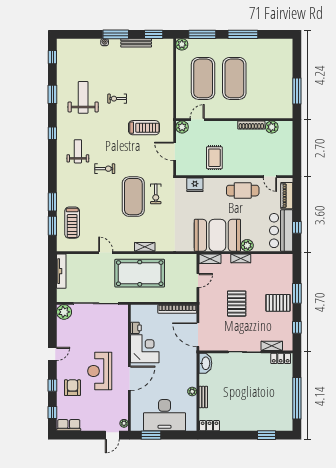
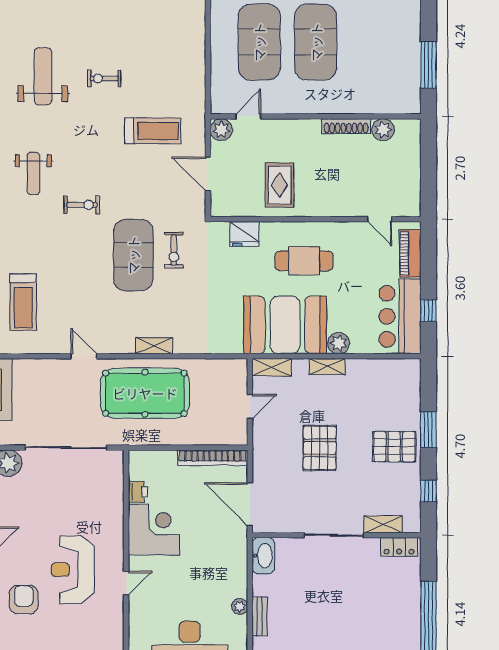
weight bench: (78, 151) -> (33, 173), turned 180
cafe table: (243, 191) -> (304, 261), moved
door: (129, 378) -> (126, 583), width x0.53

